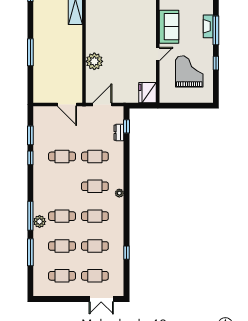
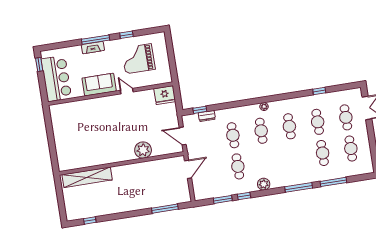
window: (30, 52) -> (165, 209), moved
cafe table: (62, 216) -> (294, 157), removed
plant: (40, 222) -> (264, 184), moved

